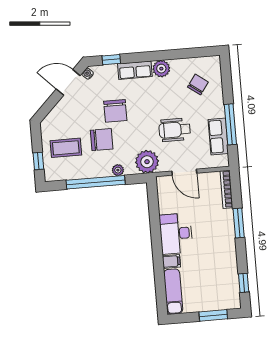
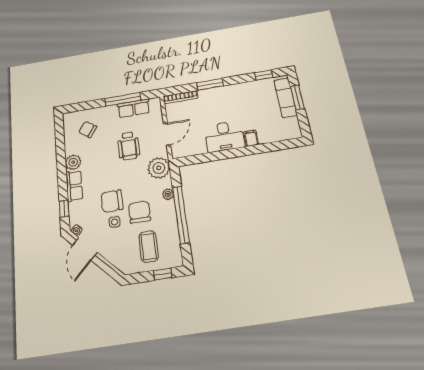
chair: (115, 111) -> (112, 201), turned 180
side table: (93, 113) -> (115, 222), added
exam couch: (173, 292) -> (286, 98), moved, turned -90

